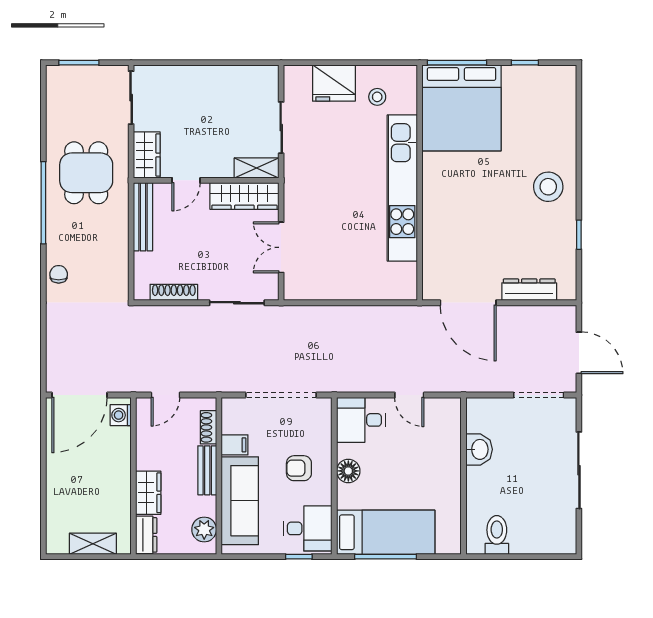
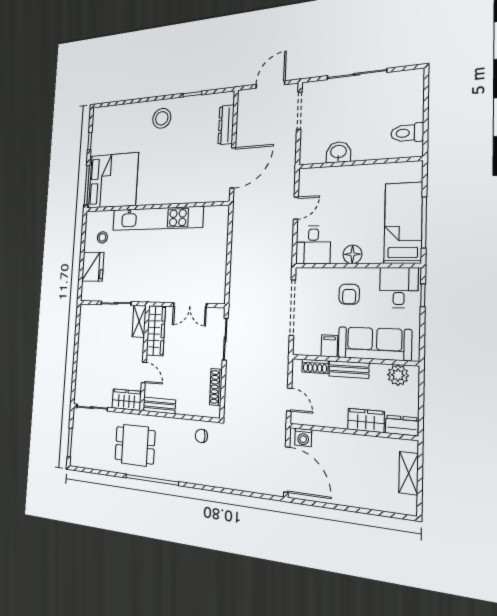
bench: (143, 217) -> (159, 405), width x0.73
chair: (59, 274) -> (201, 436), moved

